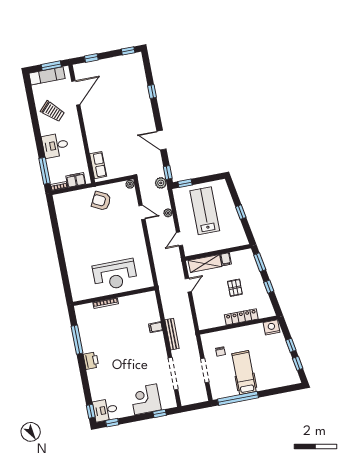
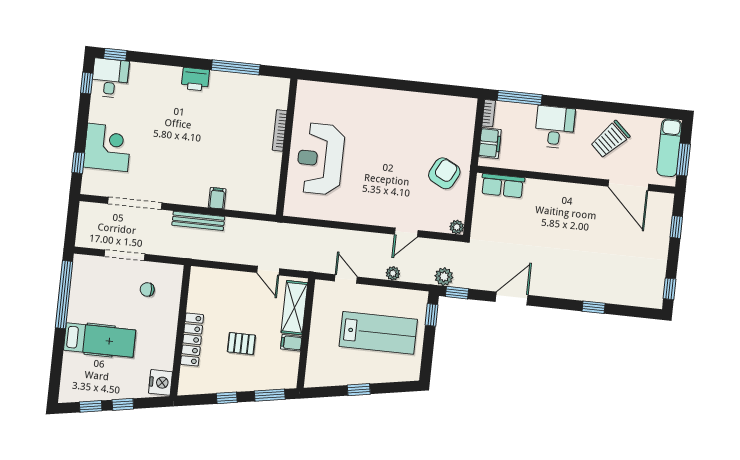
hospital bed: (244, 373) -> (100, 340), moved

